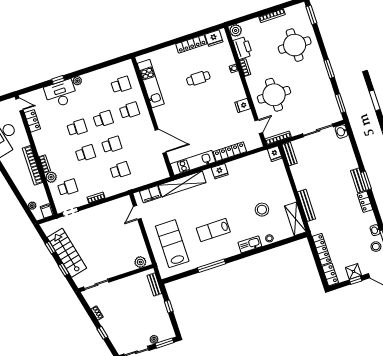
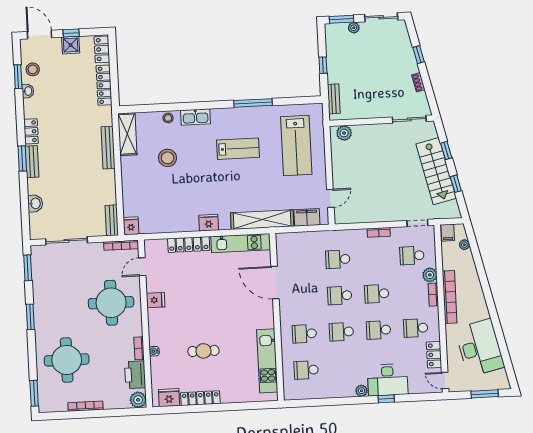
washbasin: (341, 132) -> (35, 203), moved
school desk: (51, 136) -> (416, 328), added

